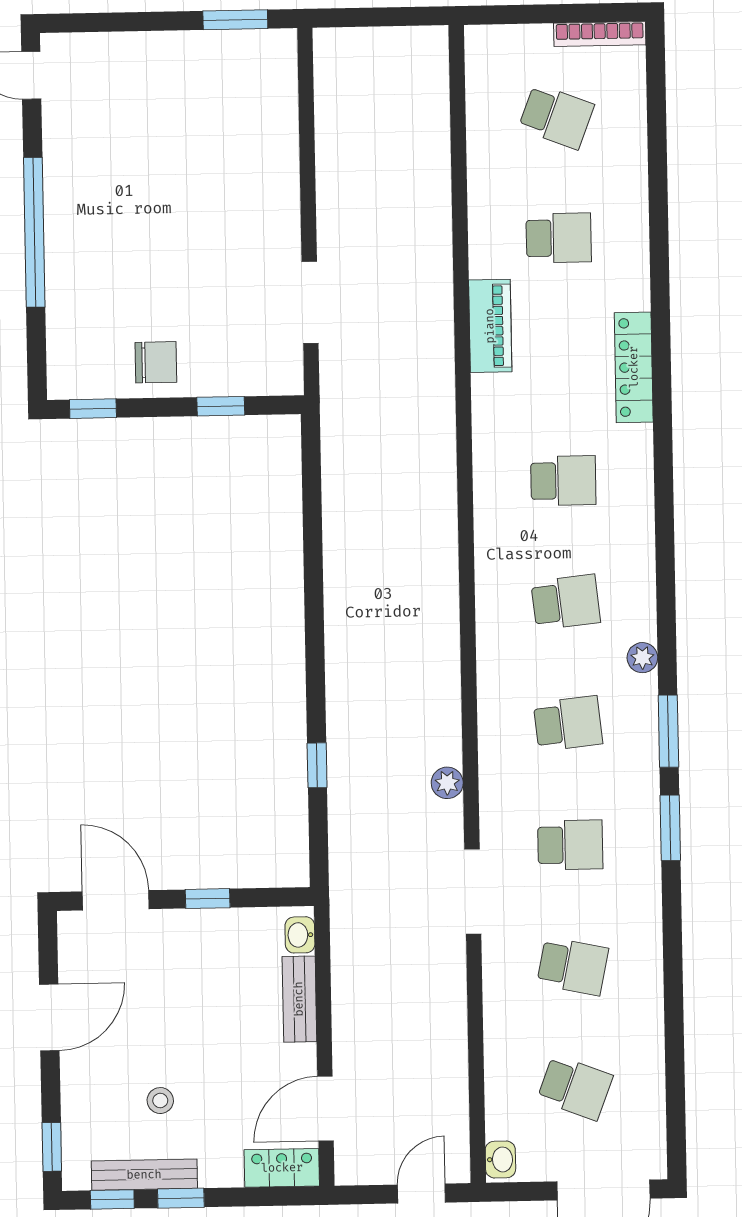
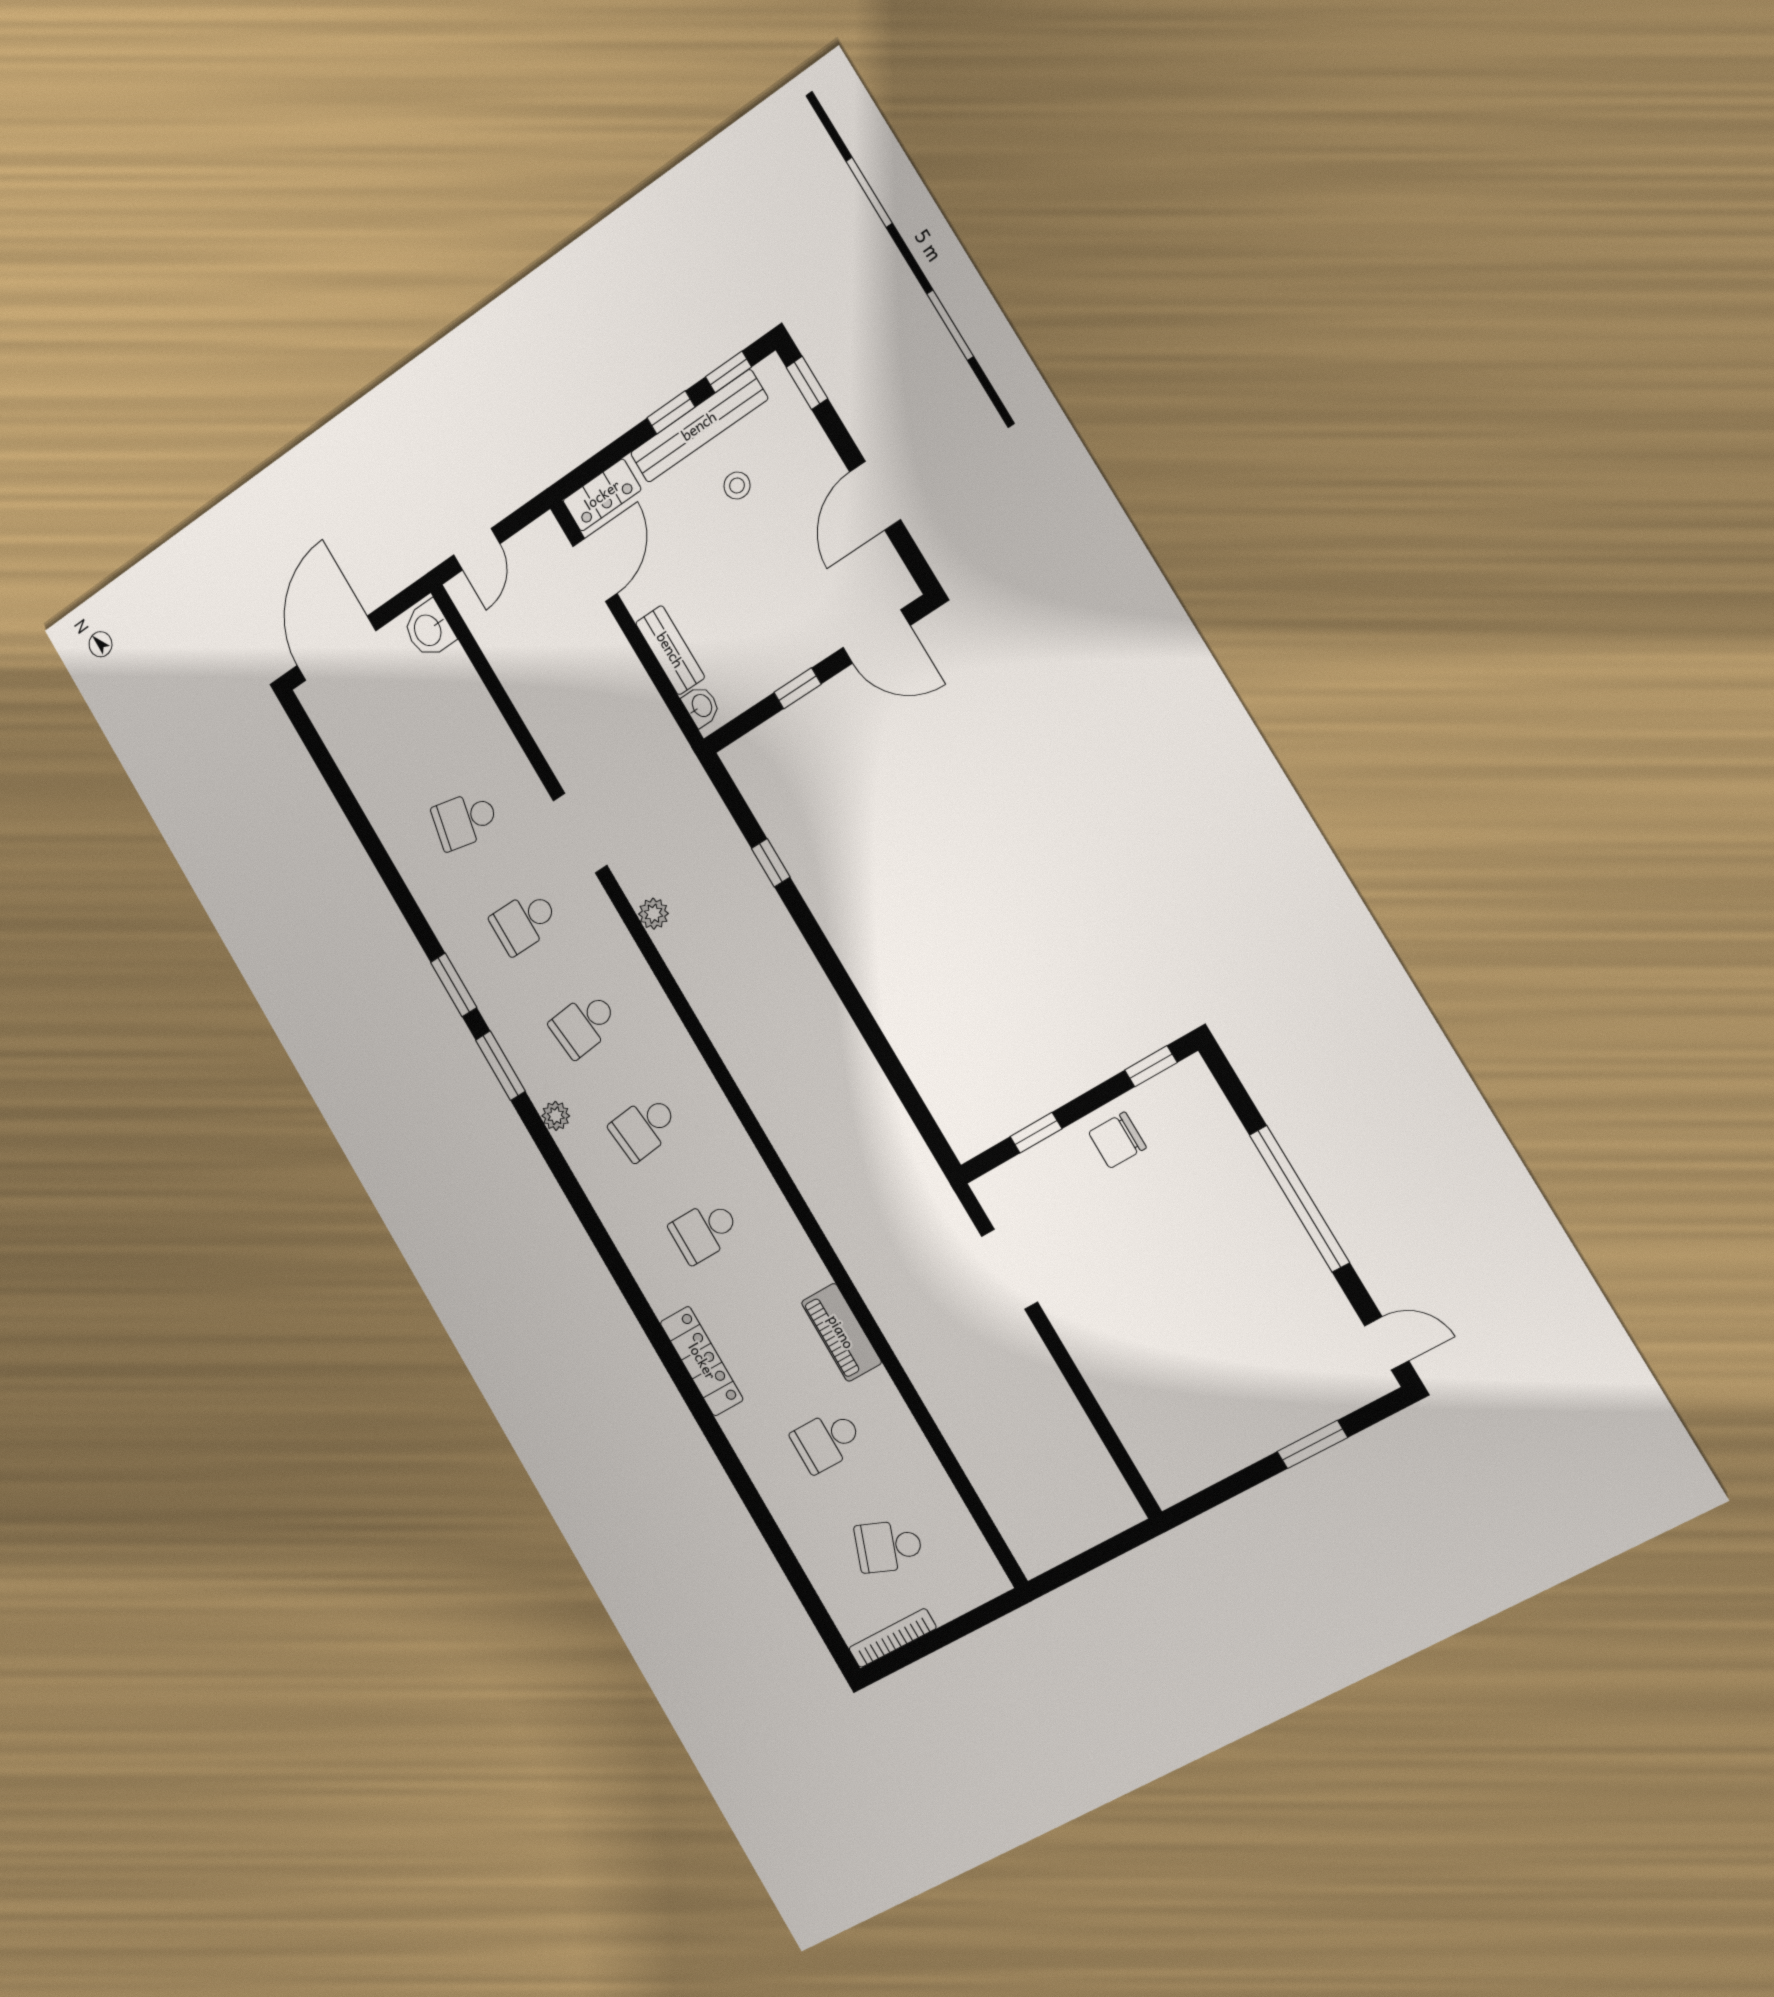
window: (235, 20) -> (1312, 1445), moved
school desk: (575, 1088) -> (406, 719), removed
washbasin: (500, 1159) -> (429, 630), width x1.38, depth x1.45
bench: (144, 1175) -> (699, 426), width x1.37, depth x1.21

